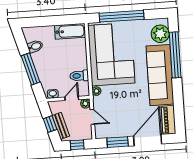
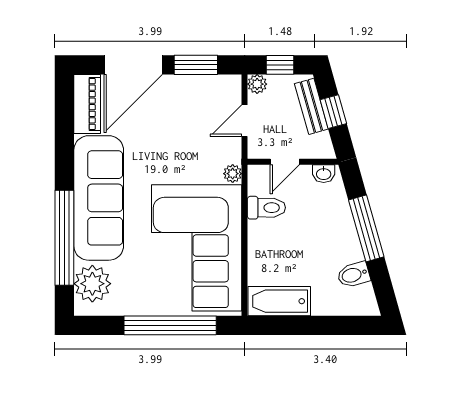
plant: (85, 104) -> (257, 84), moved
door: (92, 117) -> (245, 121), hinge flipped

